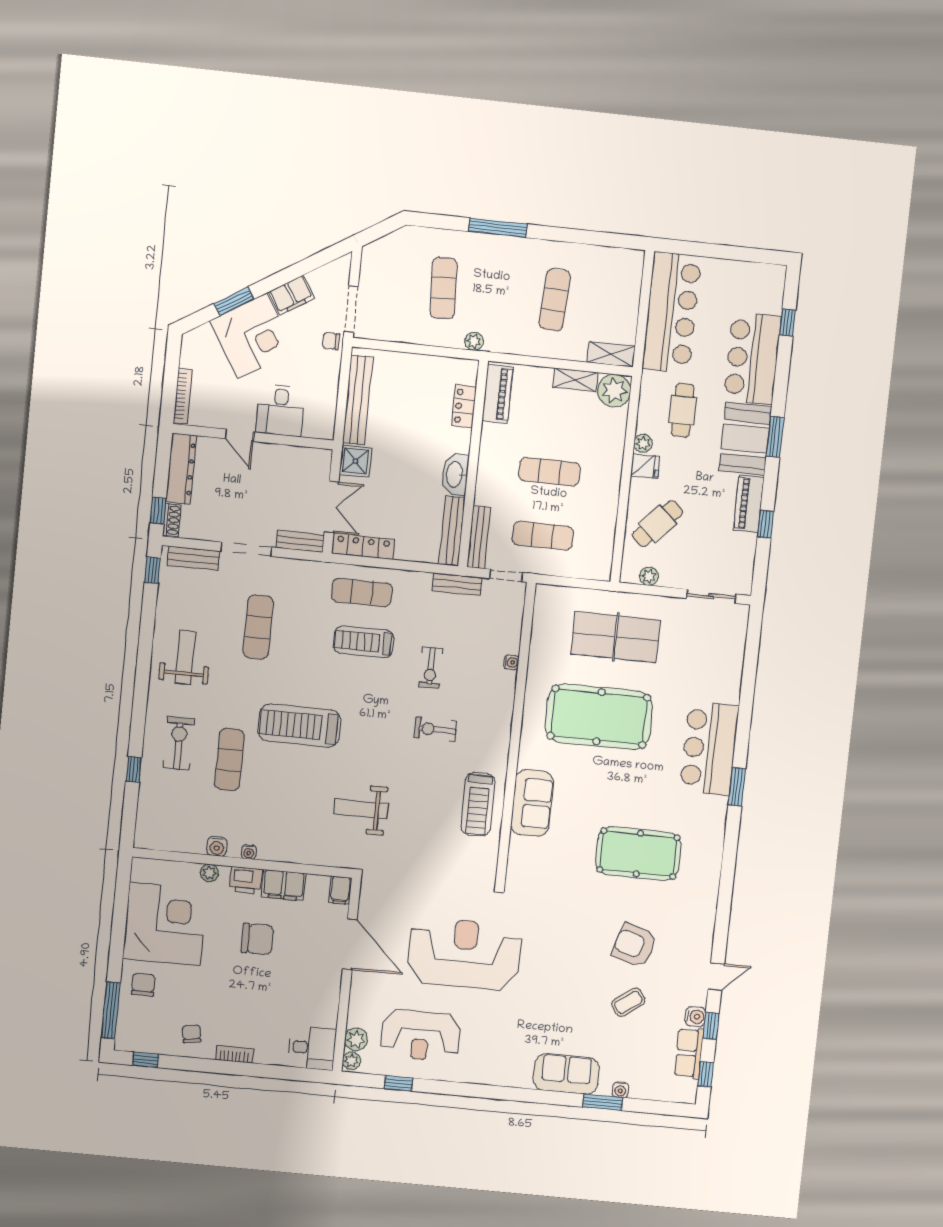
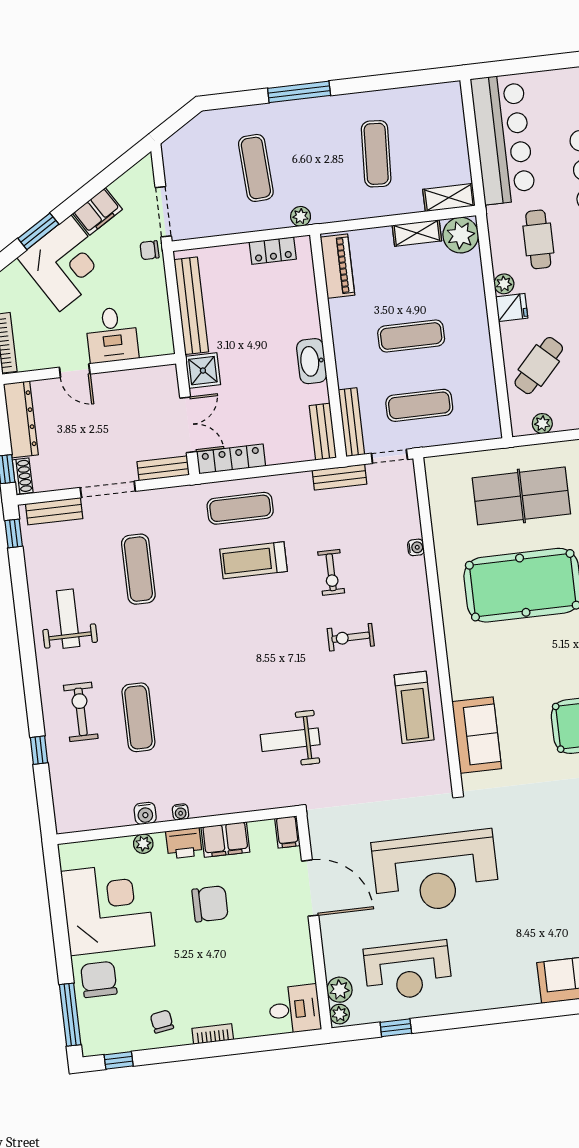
locker: (464, 406) -> (273, 251), moved, turned -90
bench: (452, 531) -> (323, 432), width x0.73
treadmill: (299, 726) -> (205, 665), removed
sofa: (532, 803) -> (477, 735), moved
reception desk: (464, 954) -> (436, 872), turned 180
chair: (143, 985) -> (99, 979), width x1.37, depth x1.37

